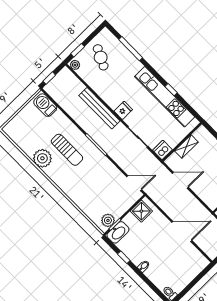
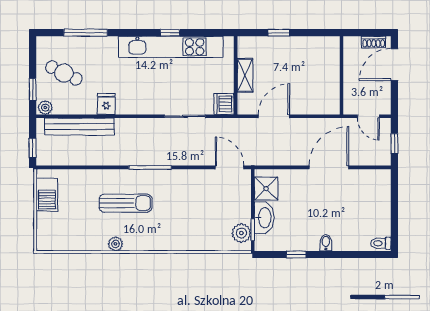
barbecue: (45, 105) -> (47, 195), moved, turned -90
bench: (99, 108) -> (79, 127), moved
fridge: (123, 110) -> (106, 104), moved
plant: (42, 158) -> (116, 244), width x0.53, depth x0.53
door: (134, 183) -> (229, 167), hinge flipped
washbasin: (118, 232) -> (264, 218), moved

